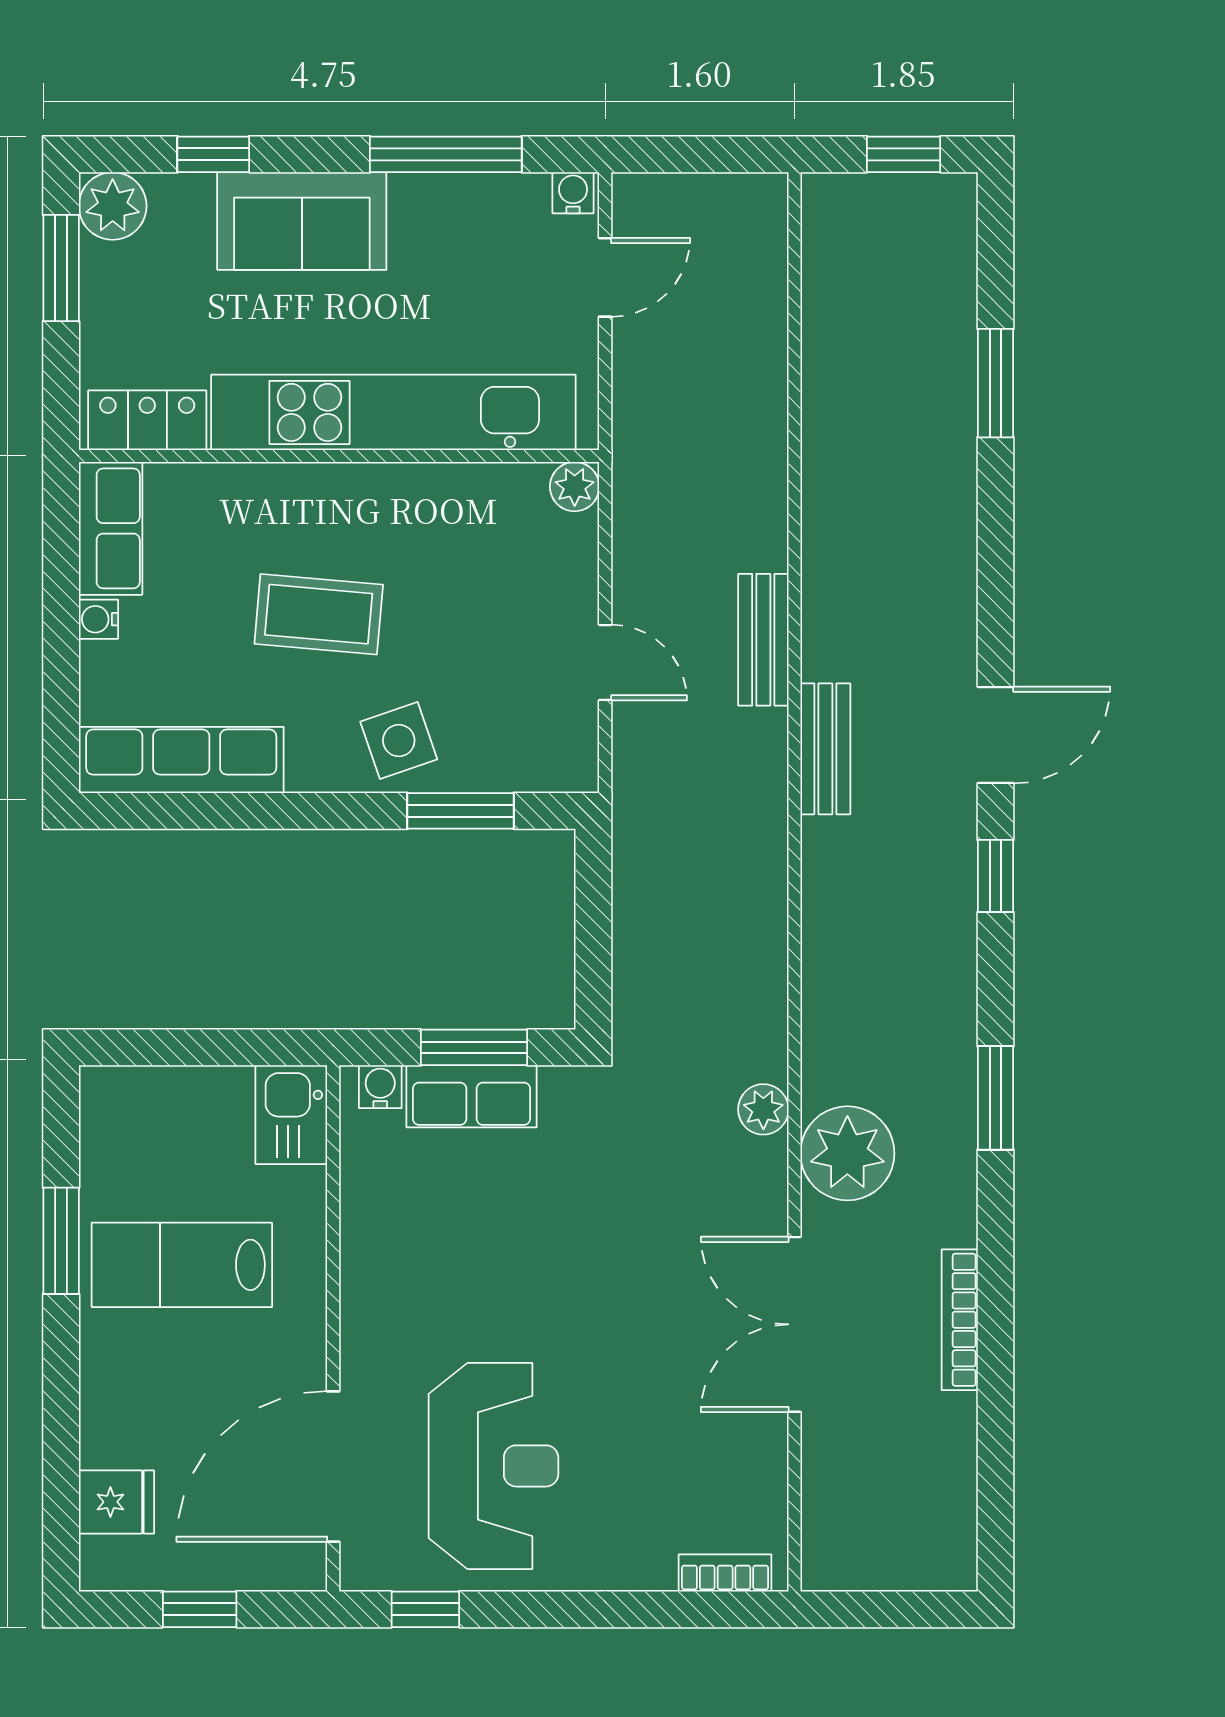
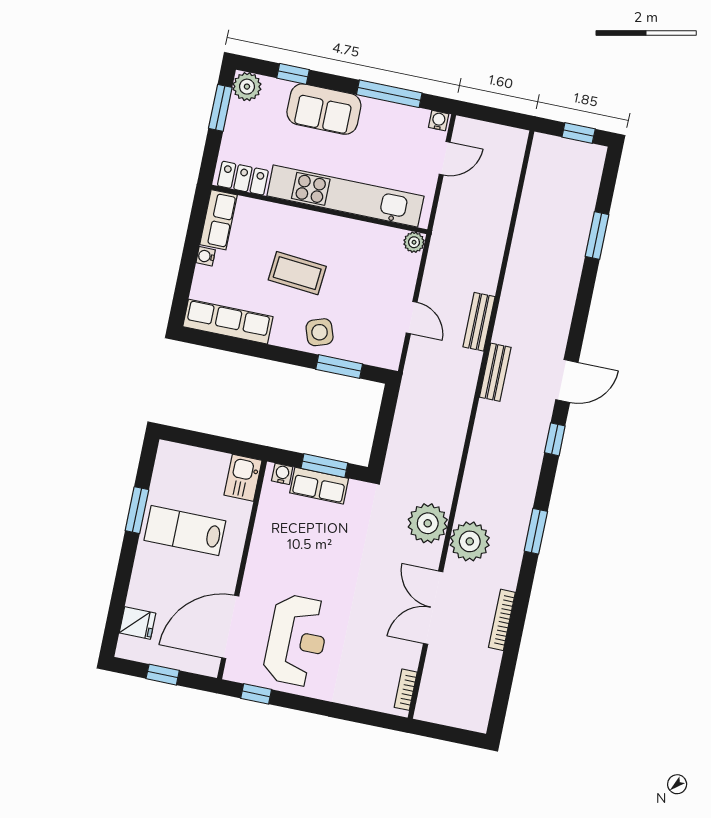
plant: (763, 1109) -> (428, 523), width x1.87, depth x1.87
bookcase: (725, 1573) -> (406, 690), moved, turned -90

